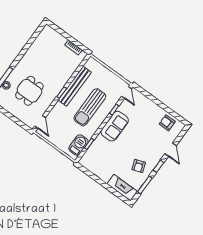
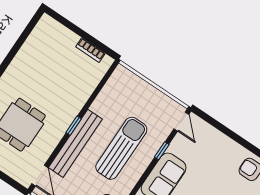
bench: (75, 86) -> (75, 143), moved
sun lounger: (90, 107) -> (121, 148), turned 180

